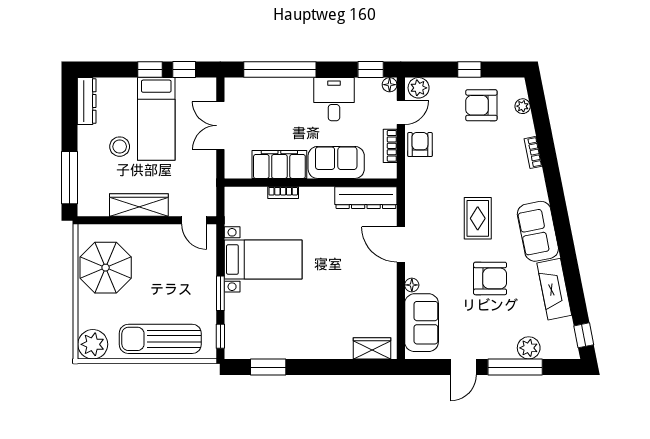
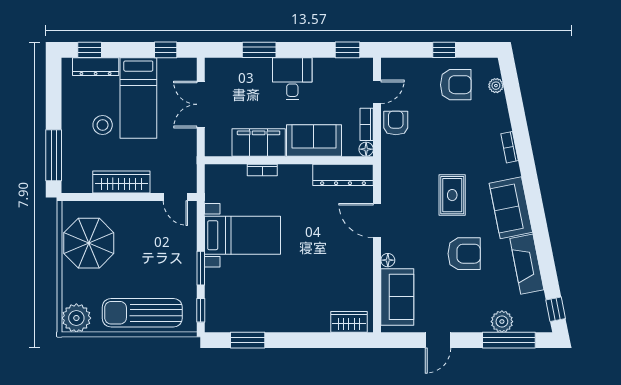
window: (150, 70) -> (90, 50), moved
window: (280, 70) -> (259, 50), width x0.47
floor lamp: (390, 85) -> (366, 149), moved
plant: (419, 88) -> (394, 68), removed
desk: (334, 99) -> (292, 79), moved
dresser: (87, 101) -> (96, 67), moved, turned 90
armchair: (481, 105) -> (456, 85), turned 180
bookcase: (533, 152) -> (510, 147), moved
window: (515, 367) -> (509, 340), moved

